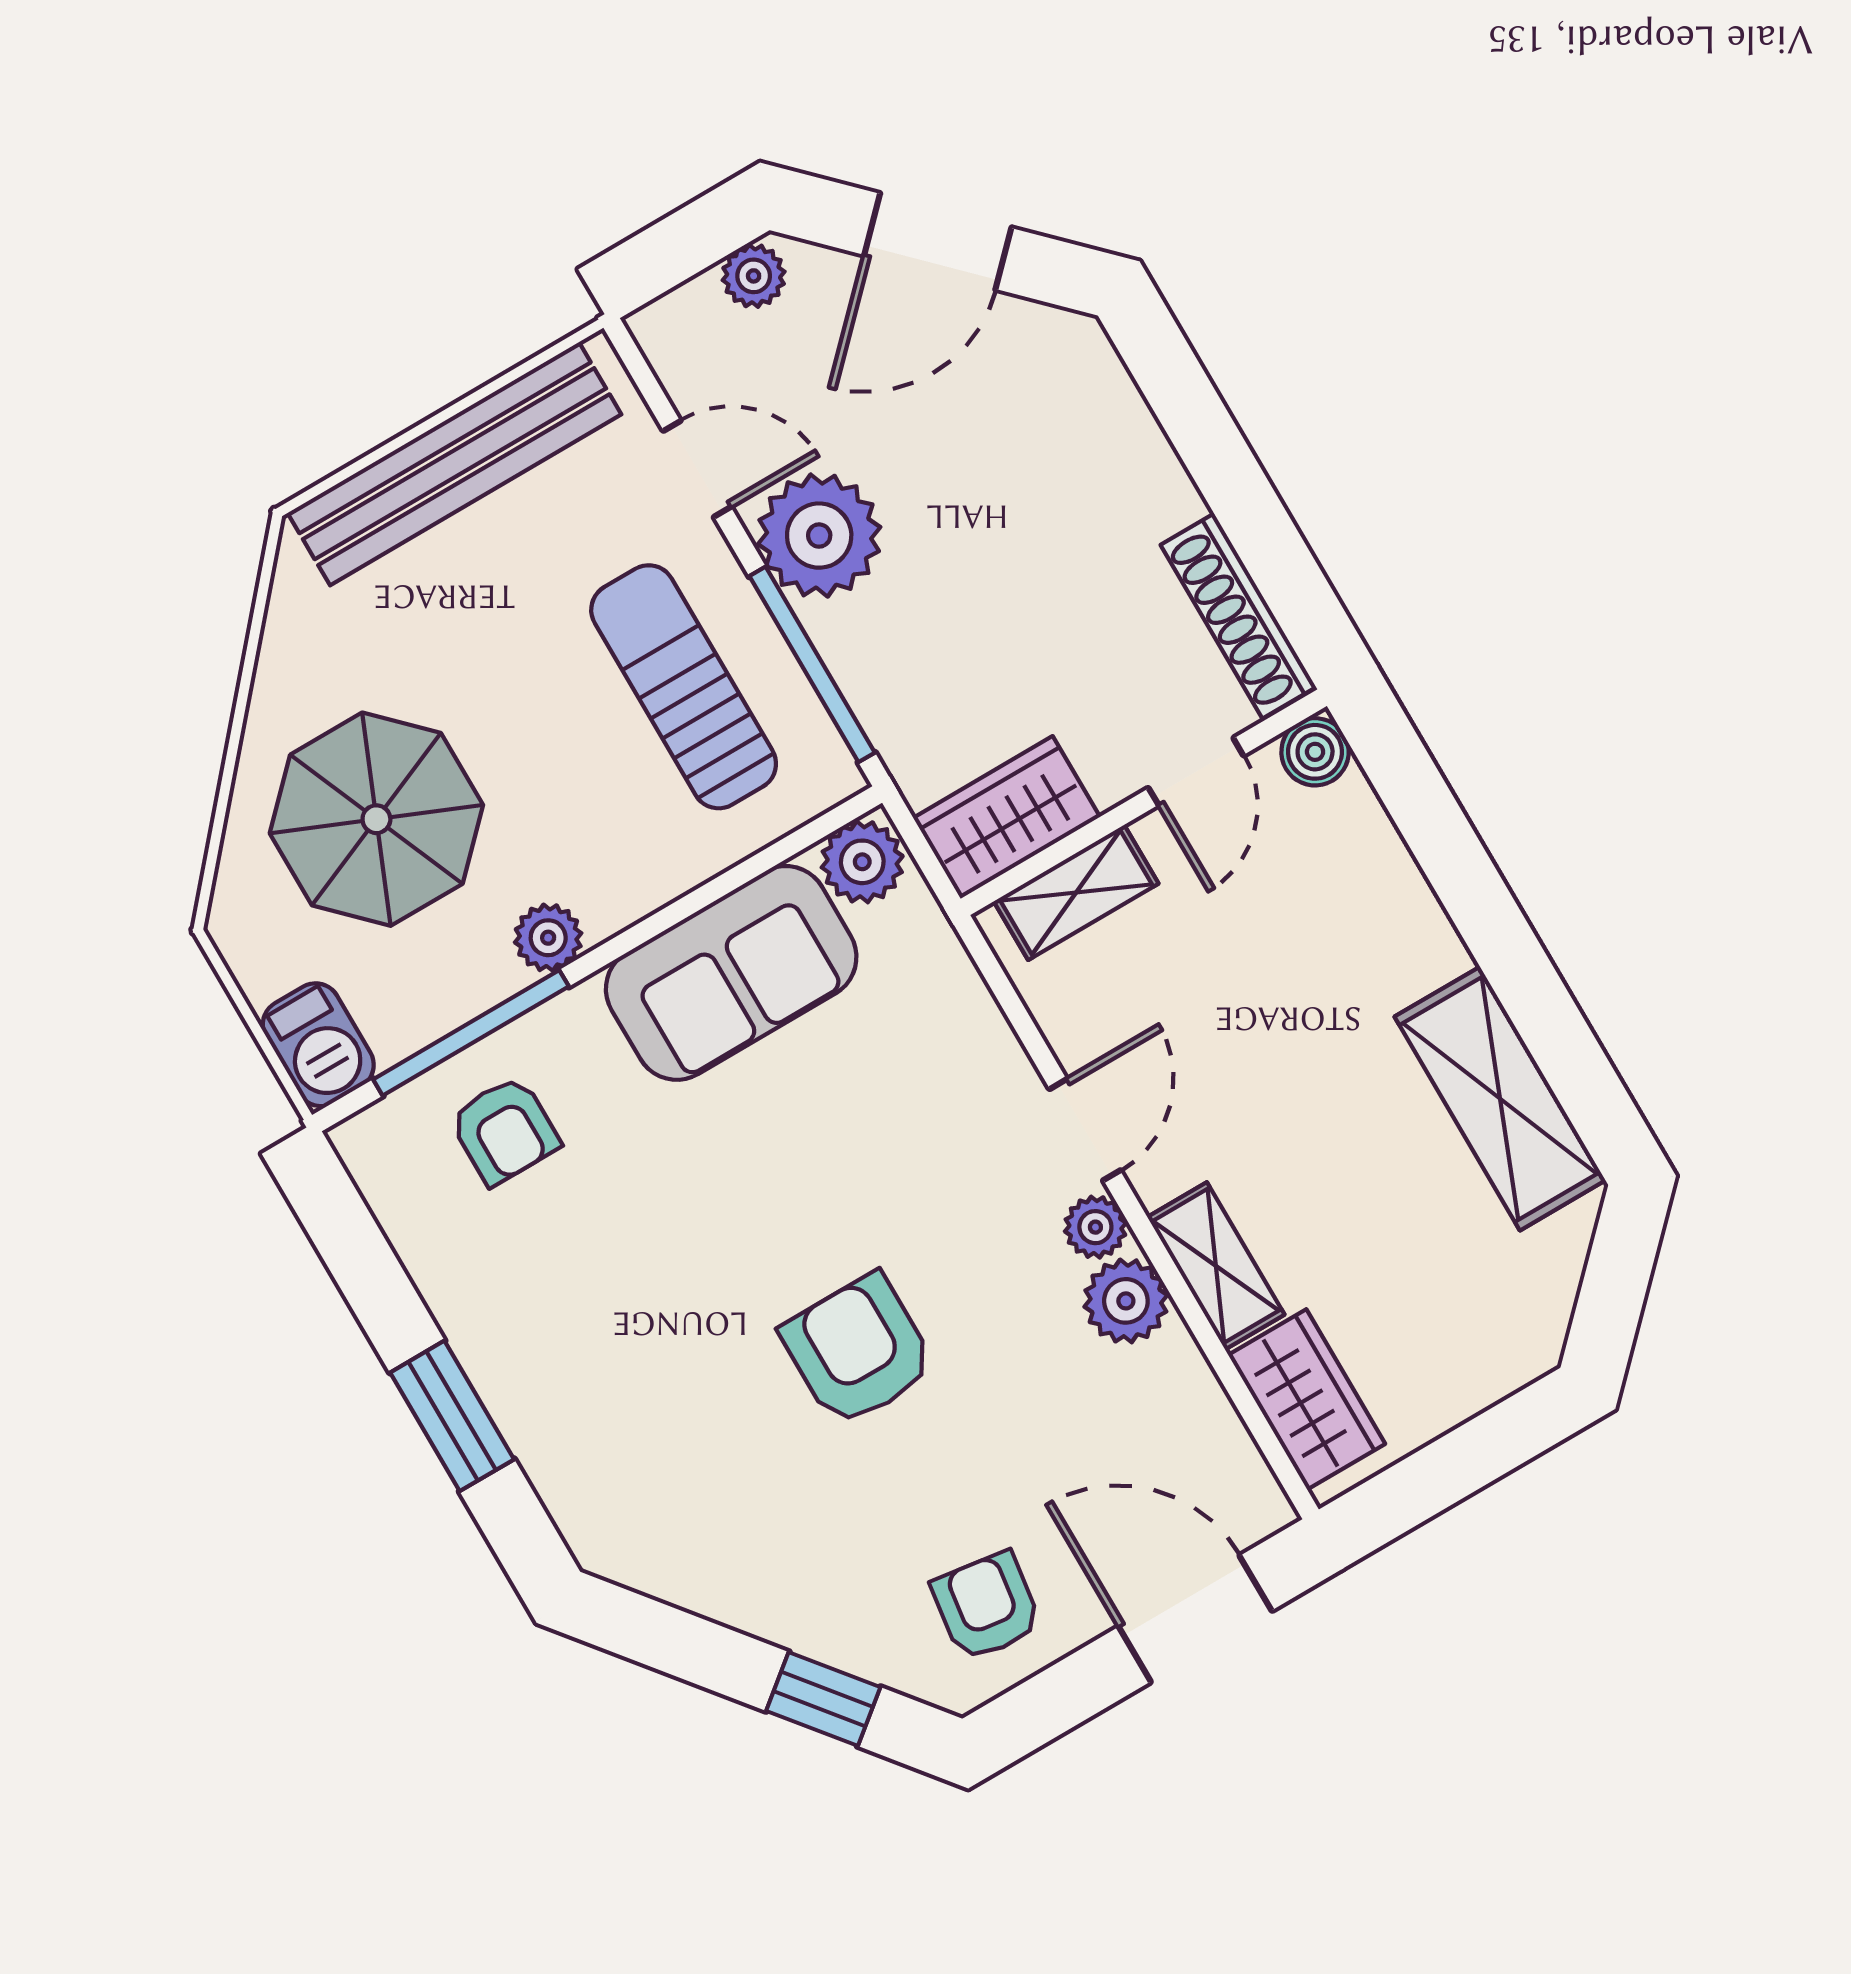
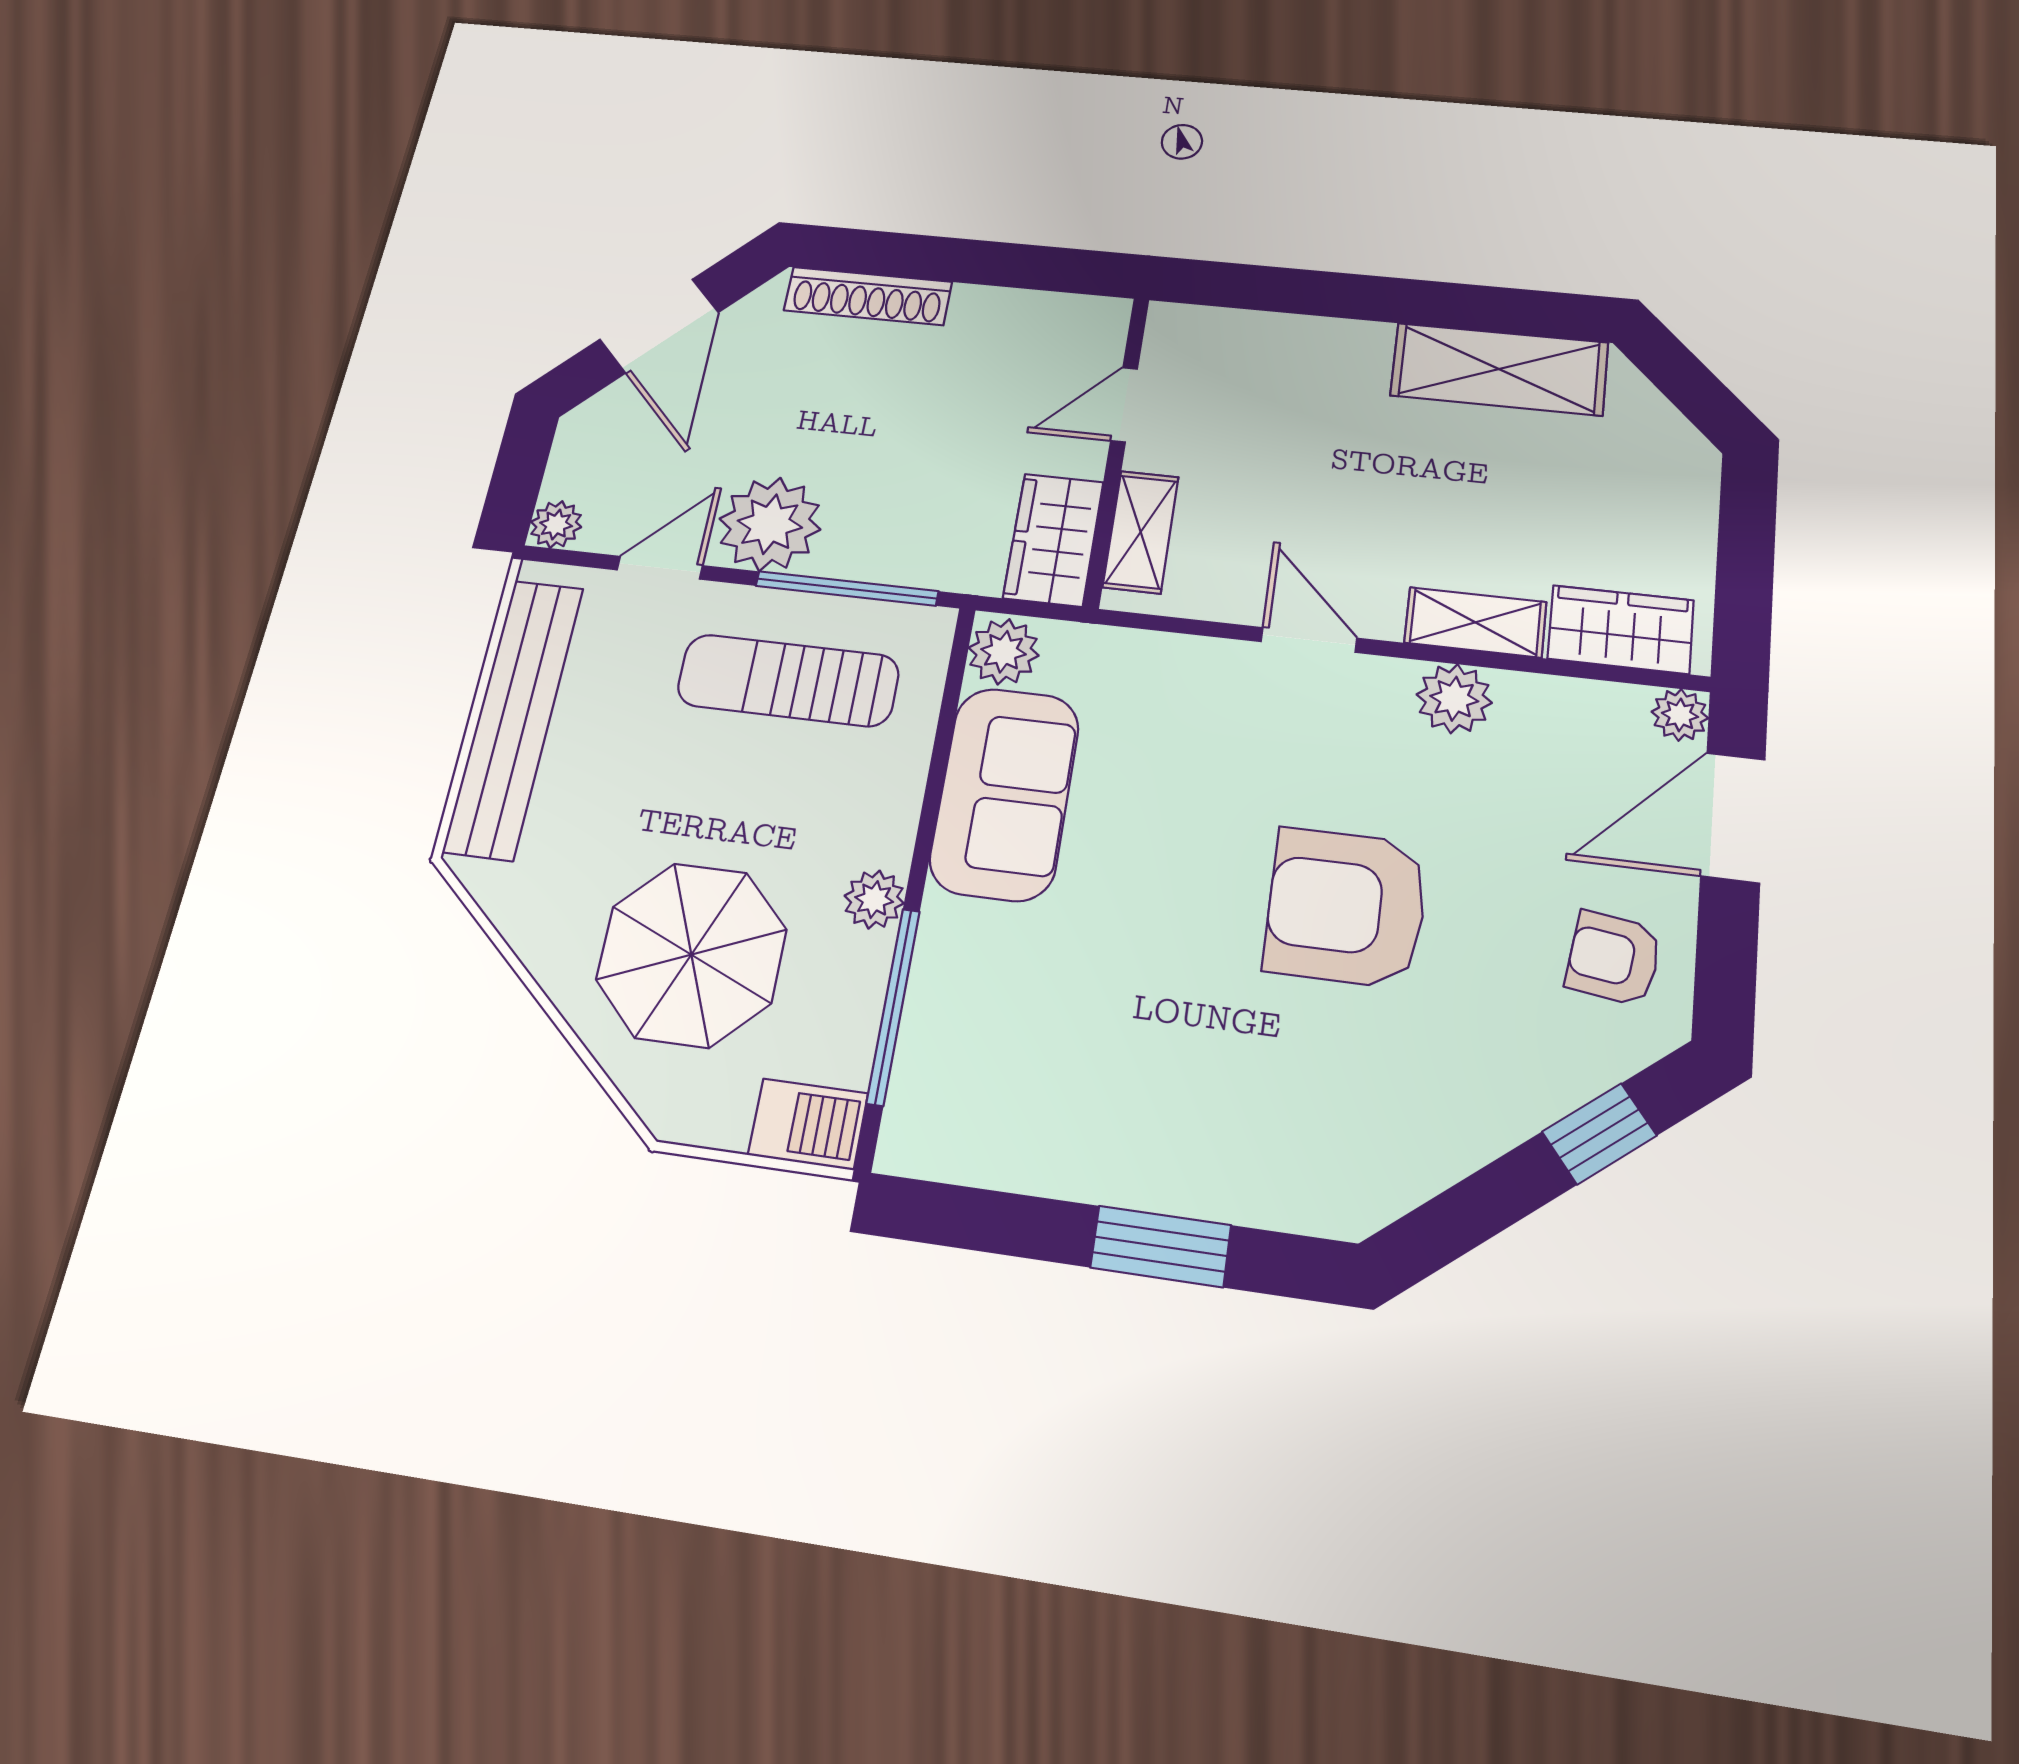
plant: (754, 276) -> (556, 524), moved
shoe rack: (1238, 616) -> (868, 296), moved
boiler: (1315, 752) -> (1173, 327), removed
door: (1196, 772) -> (1124, 405), swing flipped
armchair: (504, 1130) -> (982, 1037), removed
plant: (1095, 1227) -> (1680, 715), moved
armchair: (858, 1350) -> (1346, 907), width x1.36, depth x1.36

